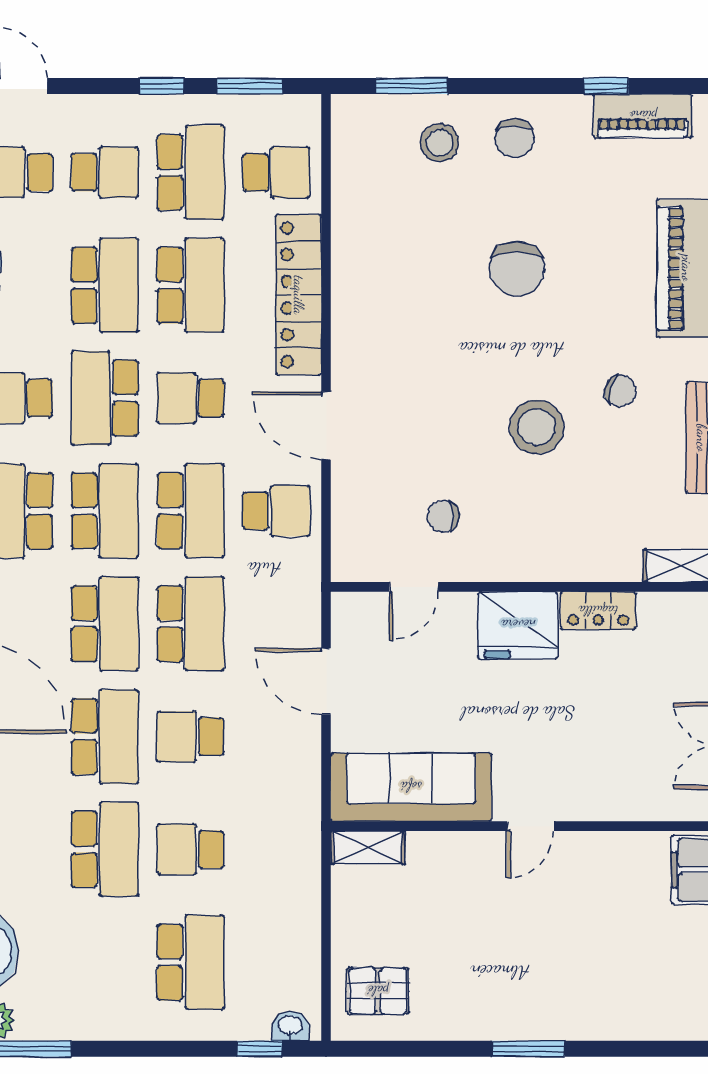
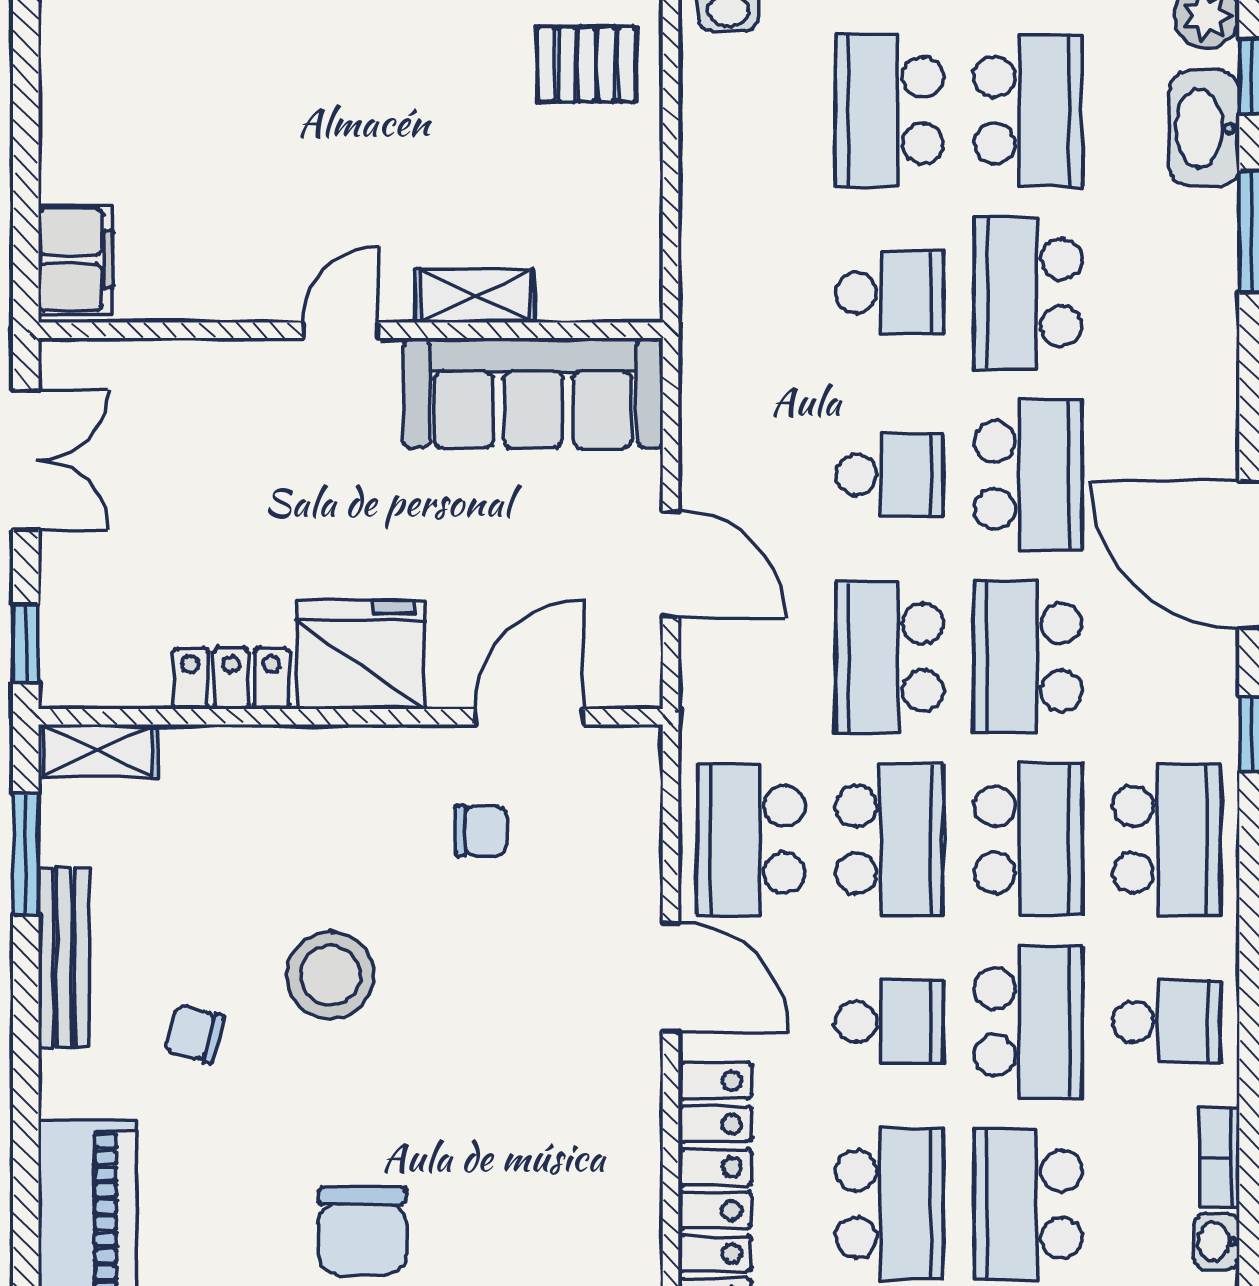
chair: (517, 269) -> (362, 1231), turned 180
school desk: (191, 285) -> (890, 1204), turned 180
school desk: (105, 511) -> (1028, 840), turned 180
school desk: (191, 511) -> (890, 840), turned 180
school desk: (276, 511) -> (751, 840), width x1.85
door: (414, 587) -> (529, 717), width x1.38
school desk: (105, 737) -> (1028, 475), turned 180
shelving: (368, 847) -> (475, 296), moved
school desk: (105, 962) -> (1028, 110), added

